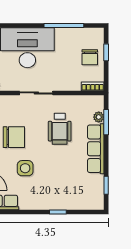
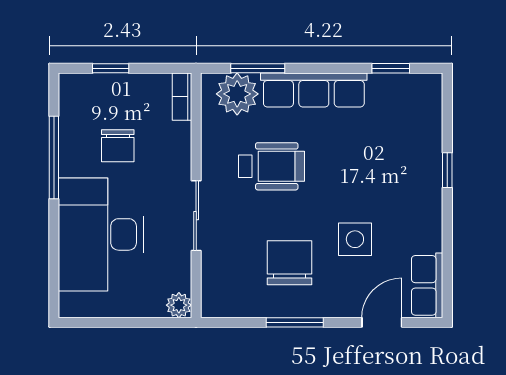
chair: (90, 57) -> (118, 146), moved, turned 90
plant: (99, 117) -> (237, 94), width x1.88, depth x1.88

